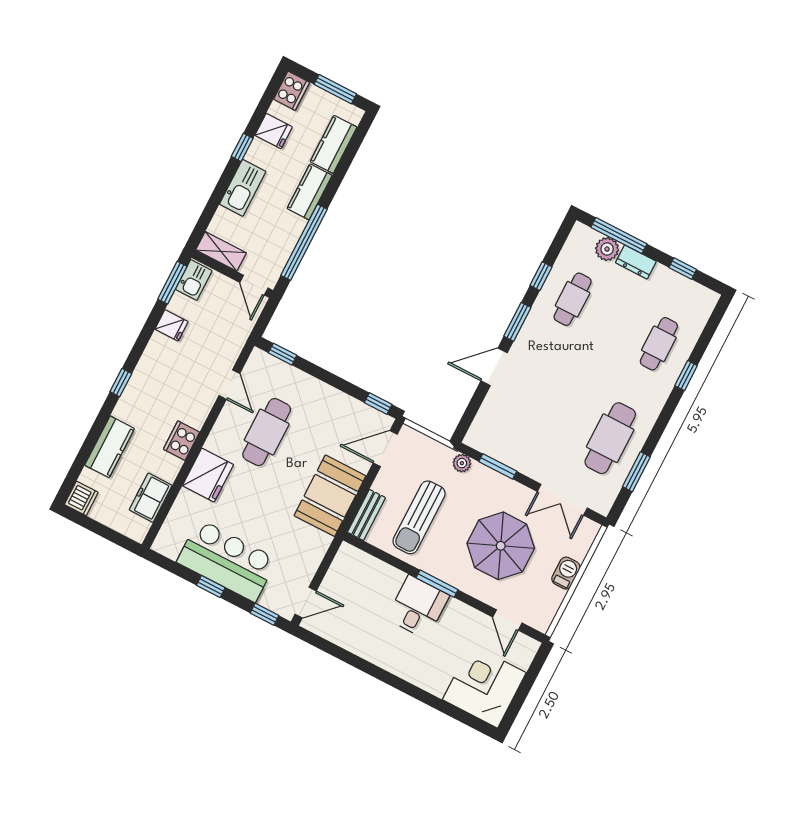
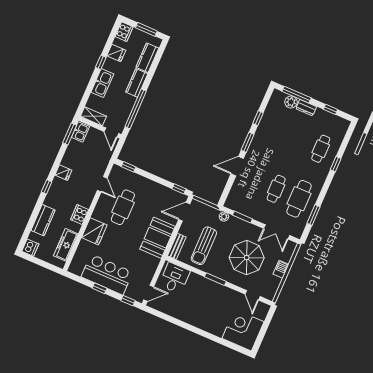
cafe table: (573, 299) -> (276, 189), moved
fridge: (172, 325) -> (63, 173), moved
freezer: (151, 498) -> (66, 245), width x1.40
desk: (418, 607) -> (175, 278), moved

